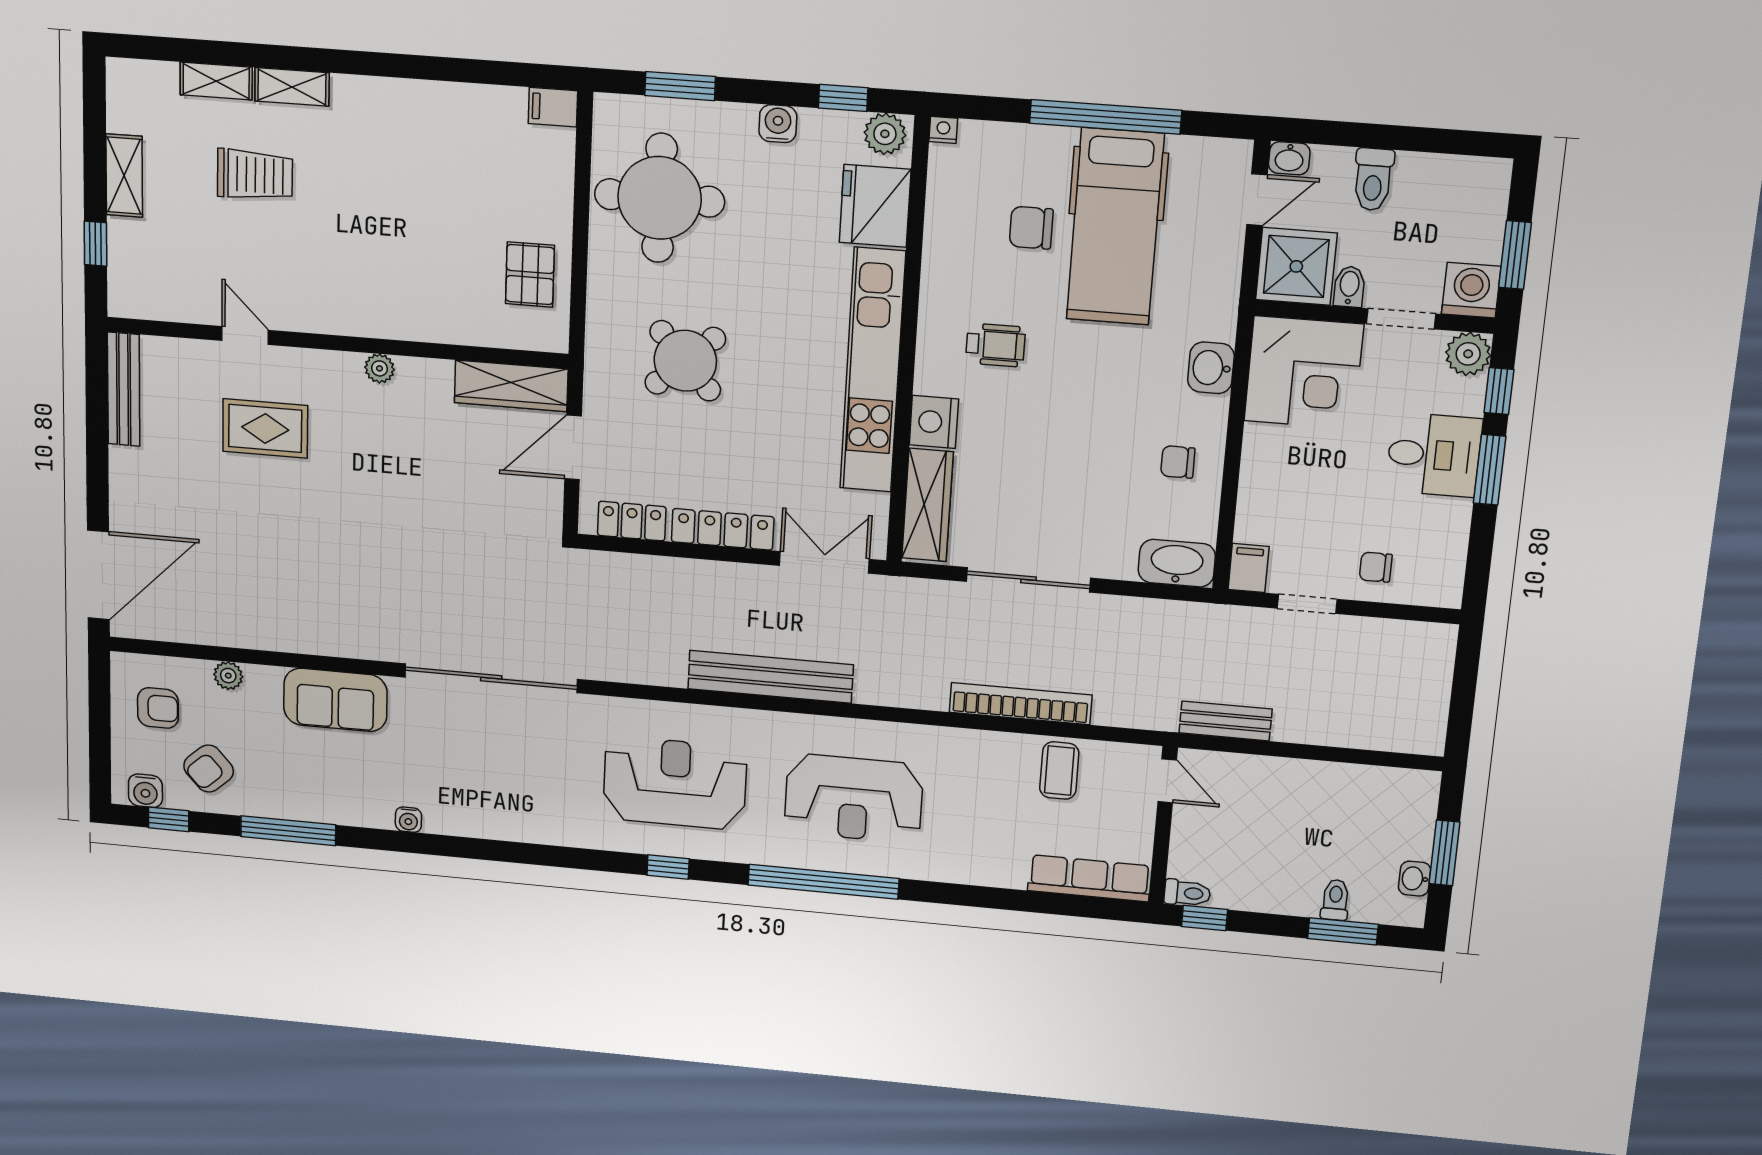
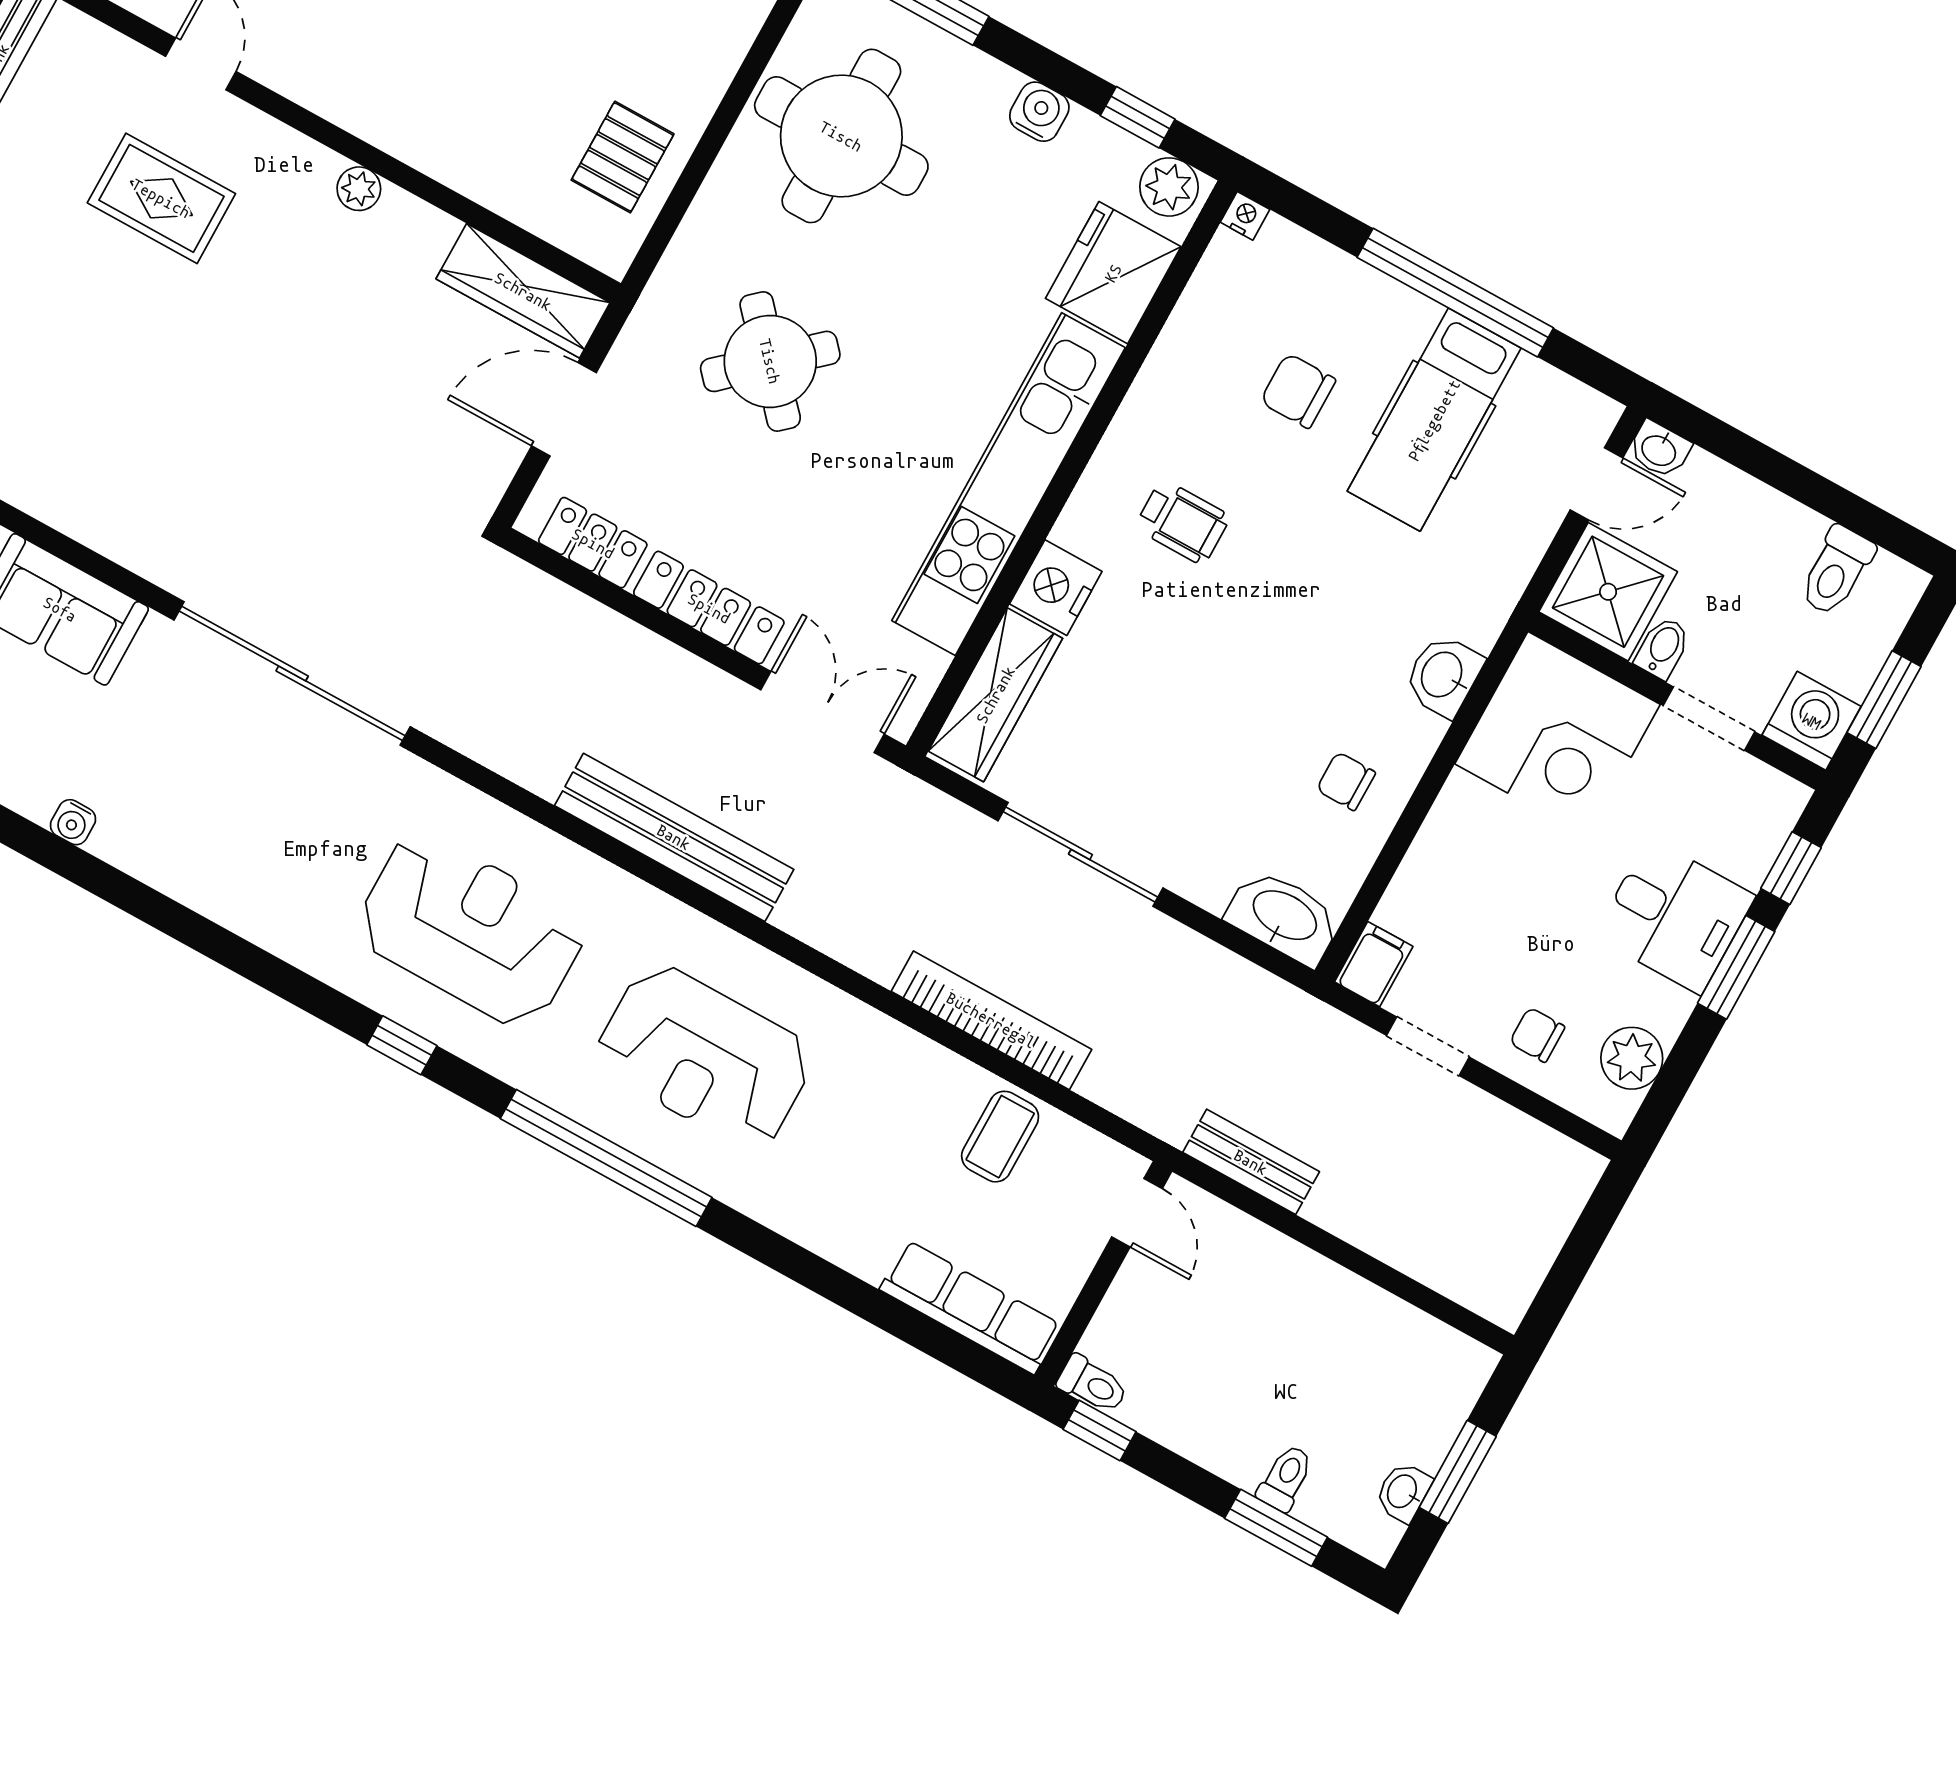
toilet: (1373, 179) -> (1836, 571), moved
hospital bed: (1115, 227) -> (1434, 420), width x0.73, depth x0.78
plant: (1468, 354) -> (1632, 1058), moved

